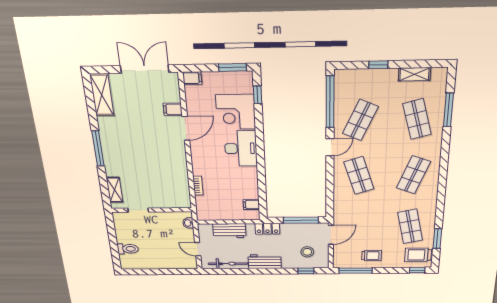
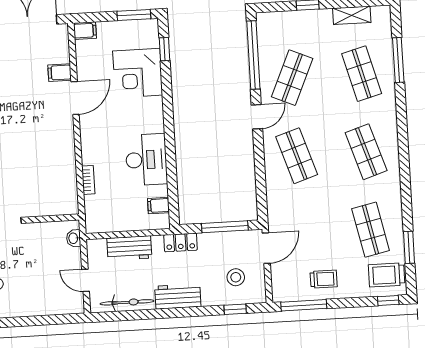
desk: (241, 148) -> (146, 160), moved
shop shelf: (413, 175) -> (366, 152), turned -39

